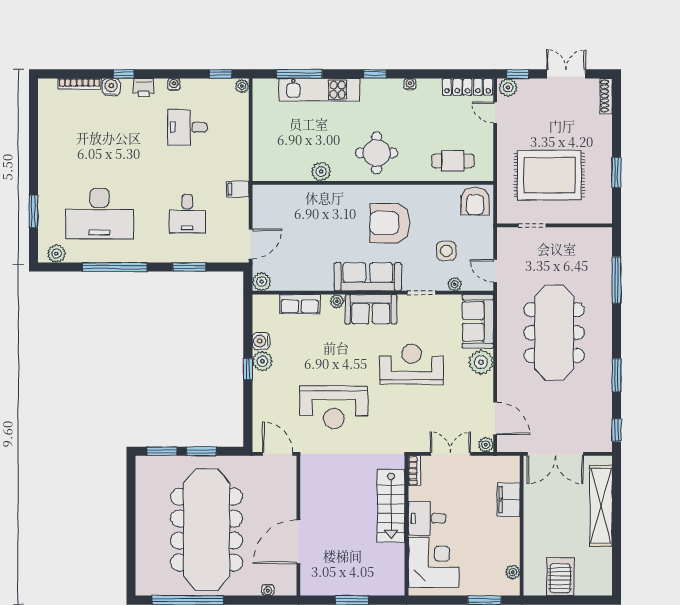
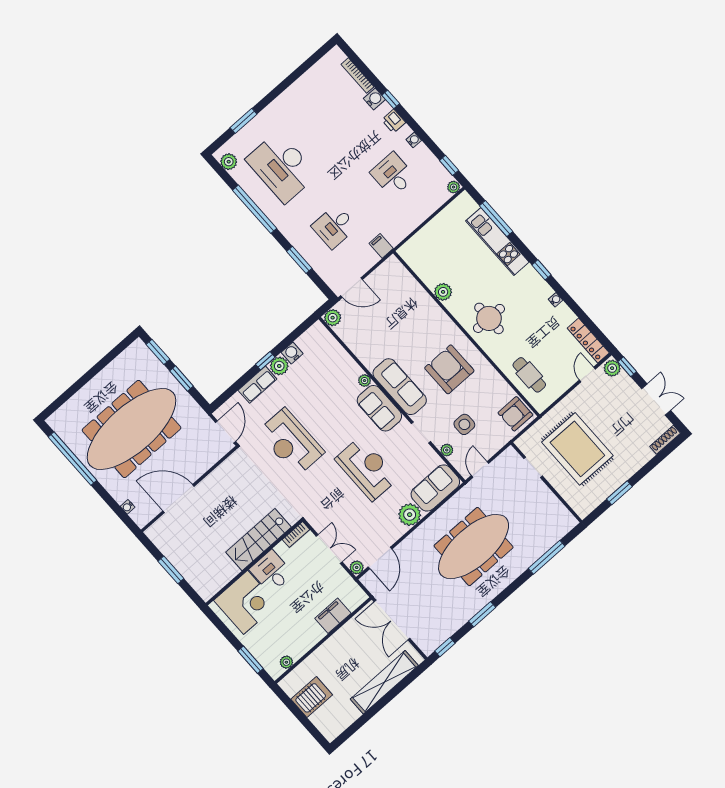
row of seats: (300, 304) -> (257, 385), moved, turned -90

